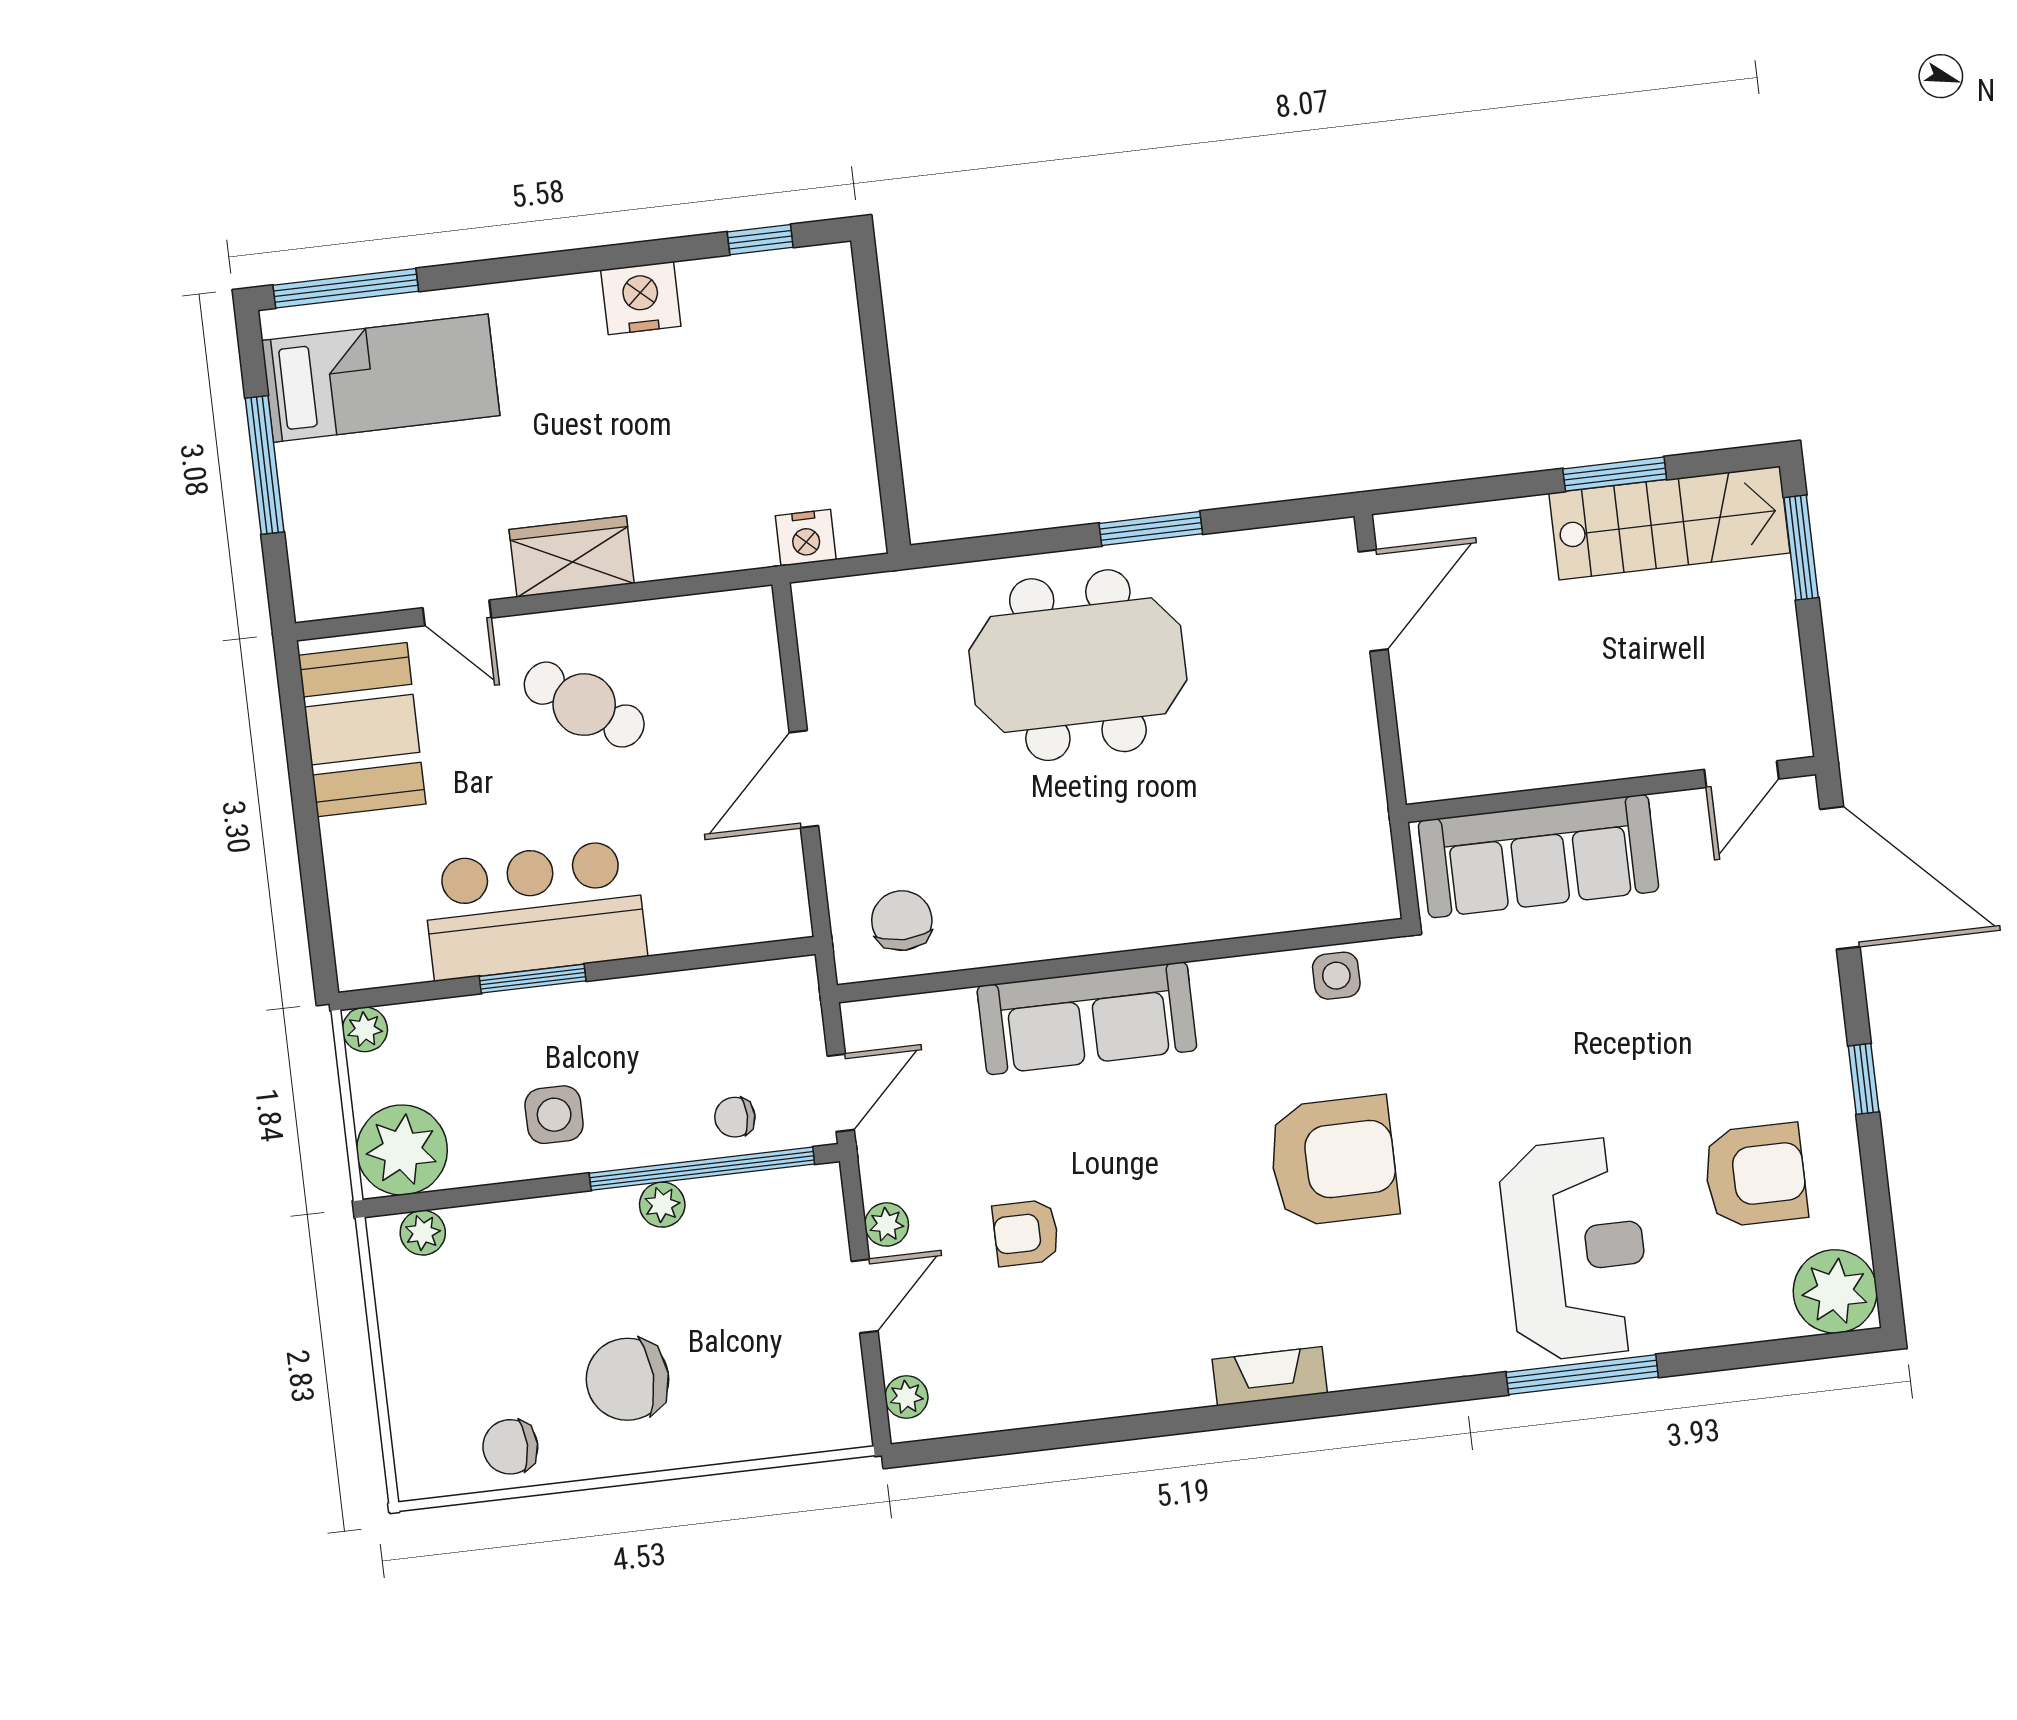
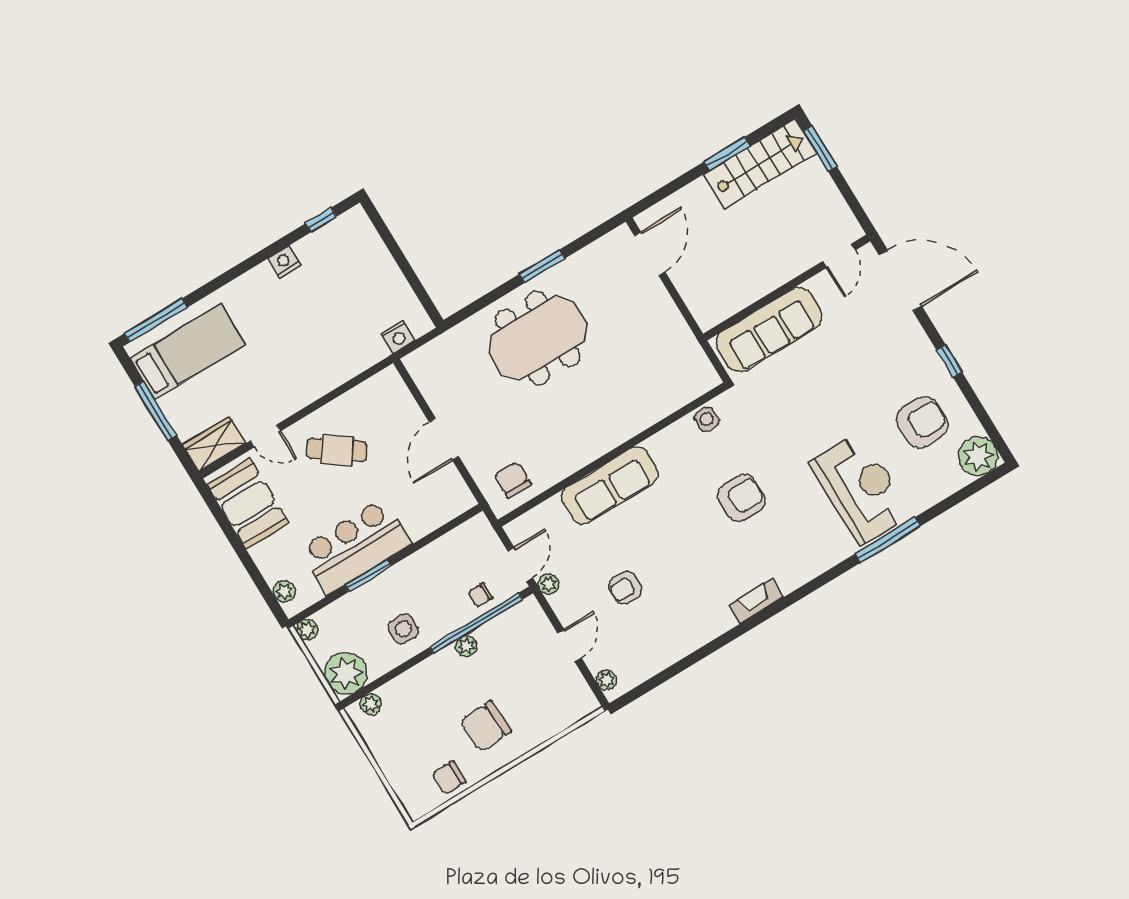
nightstand: (641, 298) -> (284, 262), width x0.74, depth x0.75
wardrobe: (572, 556) -> (214, 444), moved
plant: (354, 934) -> (284, 591), added
armchair: (1333, 1161) -> (741, 498), width x0.73, depth x0.73
plant: (887, 1224) -> (549, 584), moved

